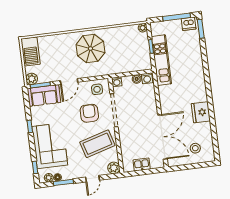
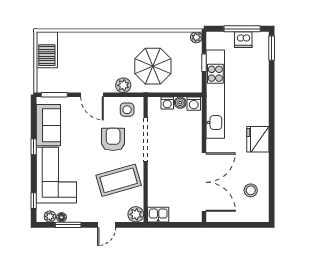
dishwasher: (189, 24) -> (243, 40), moved
parasol: (90, 49) -> (153, 66), moved
kitchen unit: (161, 60) -> (215, 94), width x1.36
plant: (32, 79) -> (123, 85), moved
door: (69, 81) -> (92, 95), hinge flipped
washing machine: (117, 82) -> (167, 103), moved
sofa: (44, 95) -> (48, 125), moved, turned -90
fridge: (201, 112) -> (258, 139), moved
stool: (195, 148) -> (251, 190), moved
kitchen sink: (142, 165) -> (158, 215), moved

